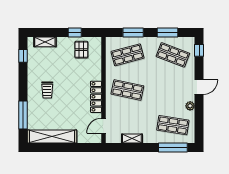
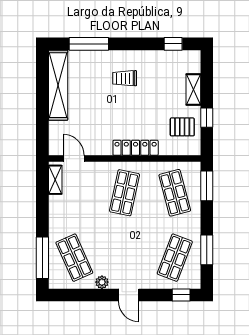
window: (133, 32) -> (207, 186), moved
shelving: (45, 42) -> (193, 89), moved
locker: (96, 97) -> (136, 148), moved
shop shelf: (173, 125) -> (74, 258), turned -33
shelving: (132, 139) -> (55, 180), moved

